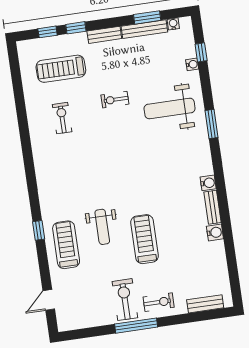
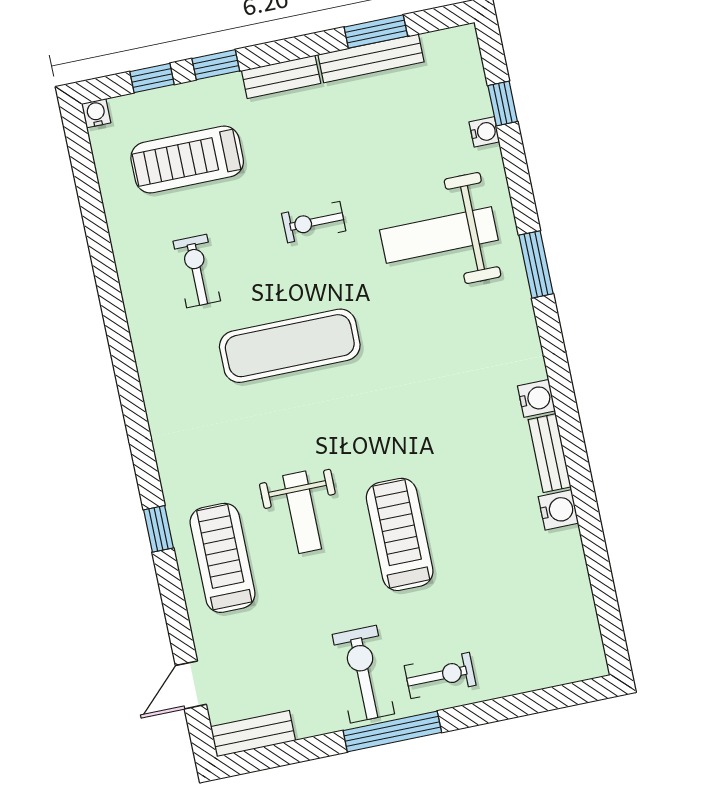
water cooler: (173, 24) -> (96, 113), moved
exercise mat: (101, 153) -> (290, 346), added
bench: (205, 304) -> (253, 734), moved

